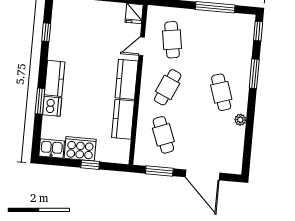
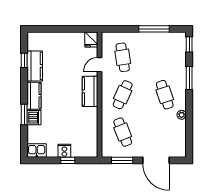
kitchen counter: (123, 119) -> (35, 66), moved, turned 180
cooker: (80, 149) -> (64, 151), width x0.53, depth x0.76

